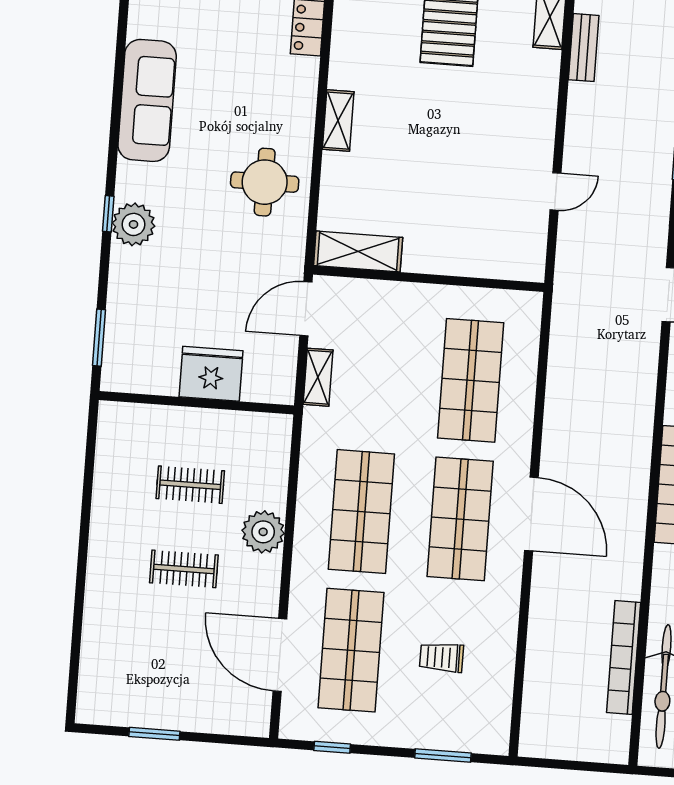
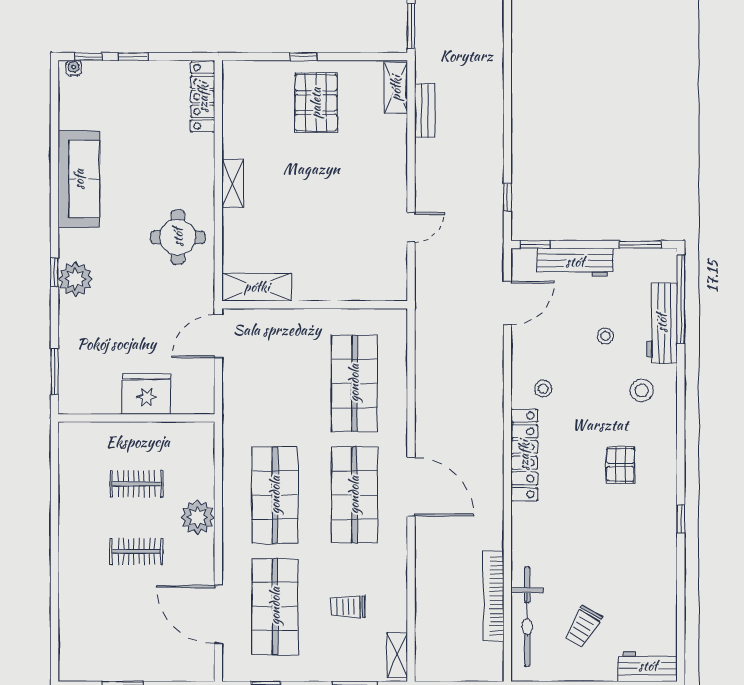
shelving: (318, 377) -> (397, 655), moved

